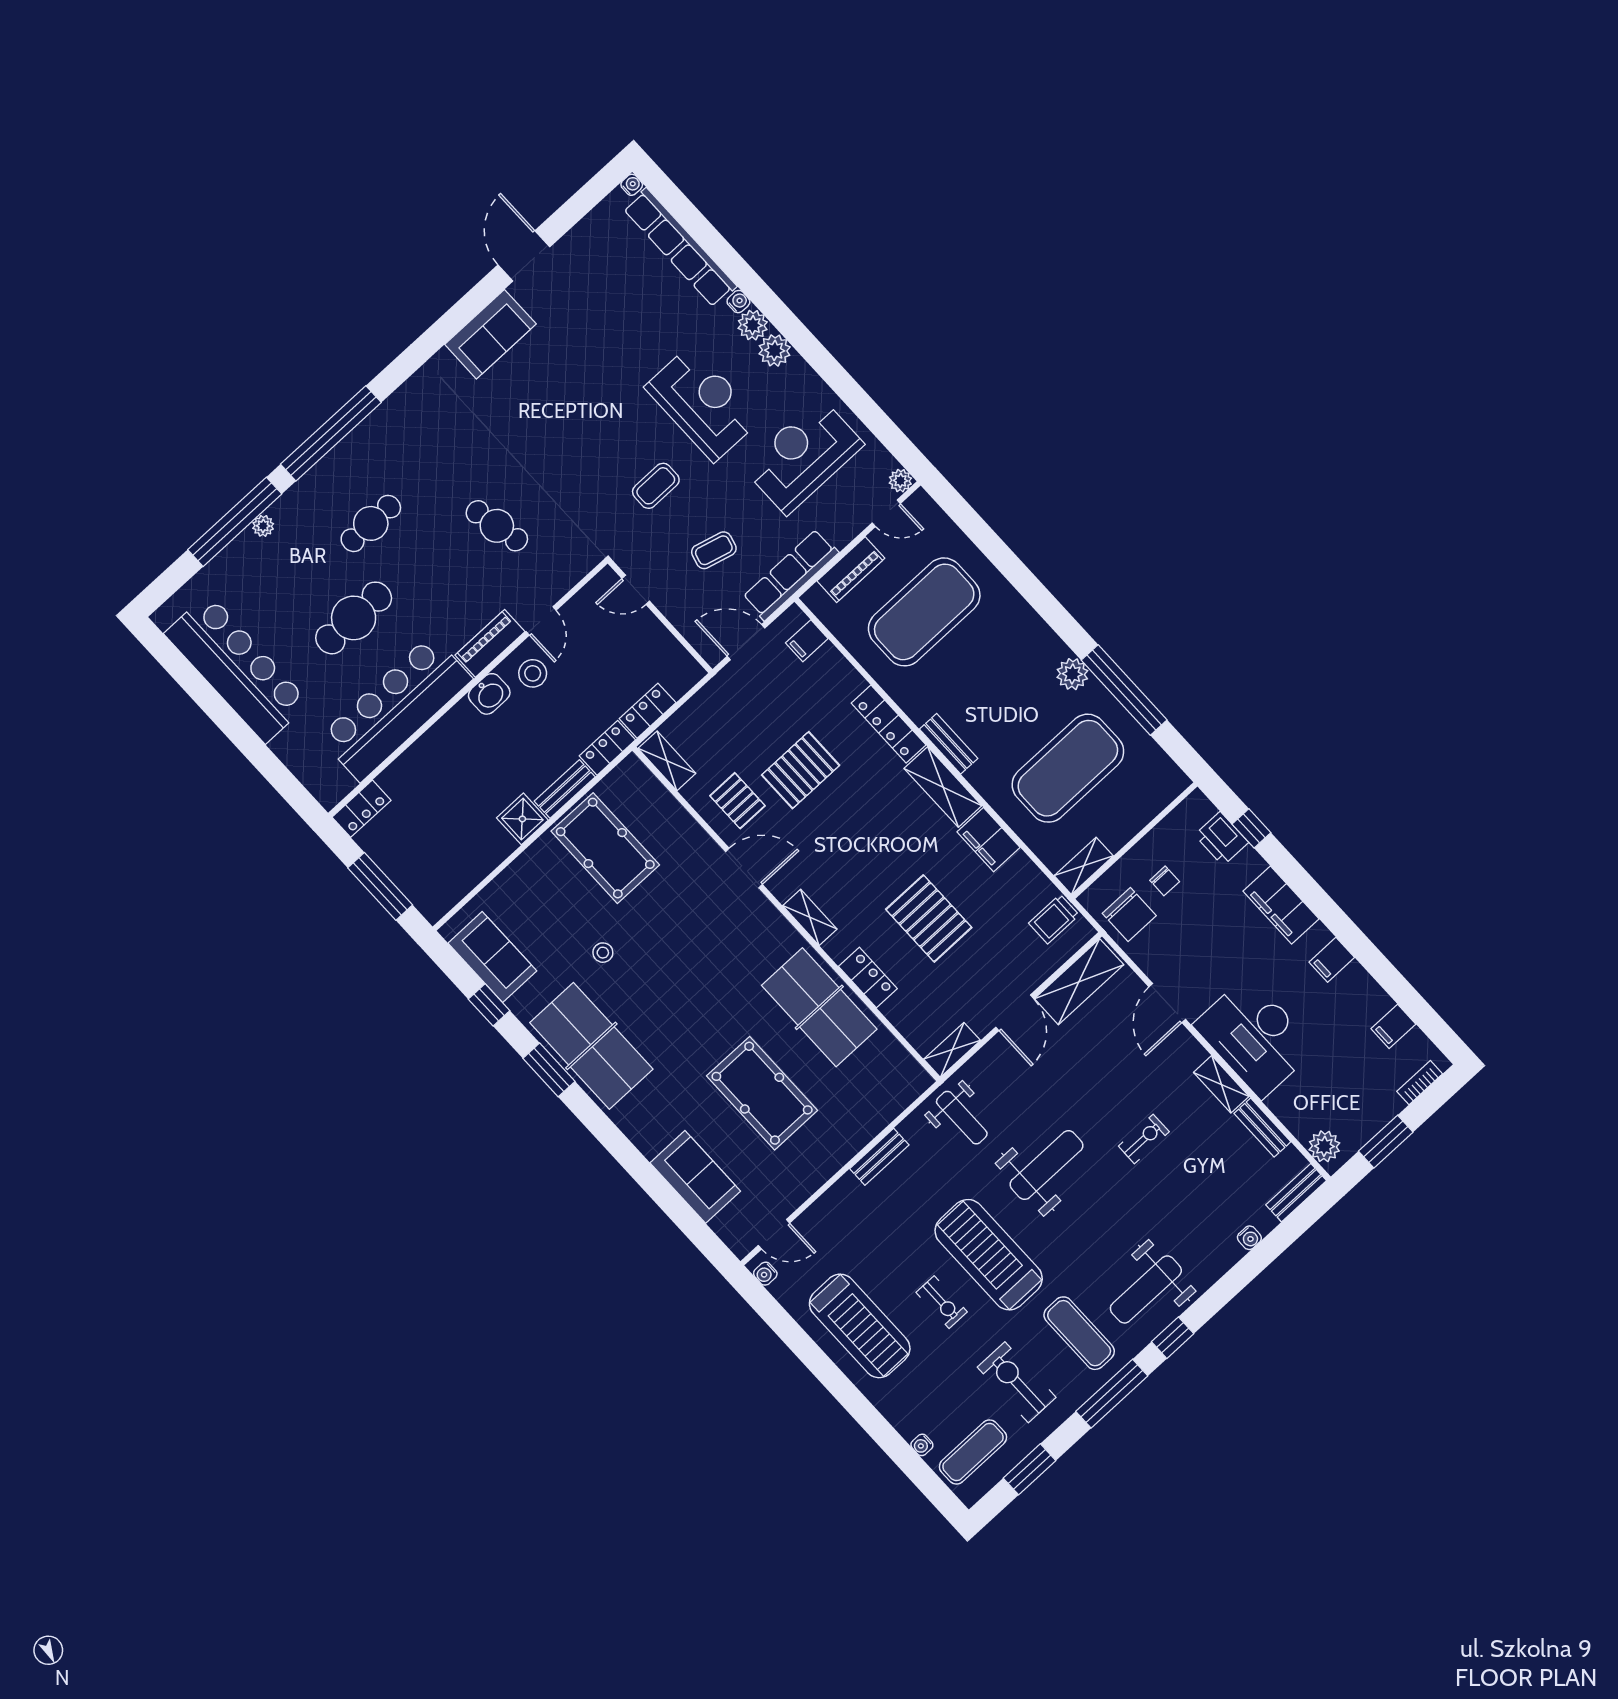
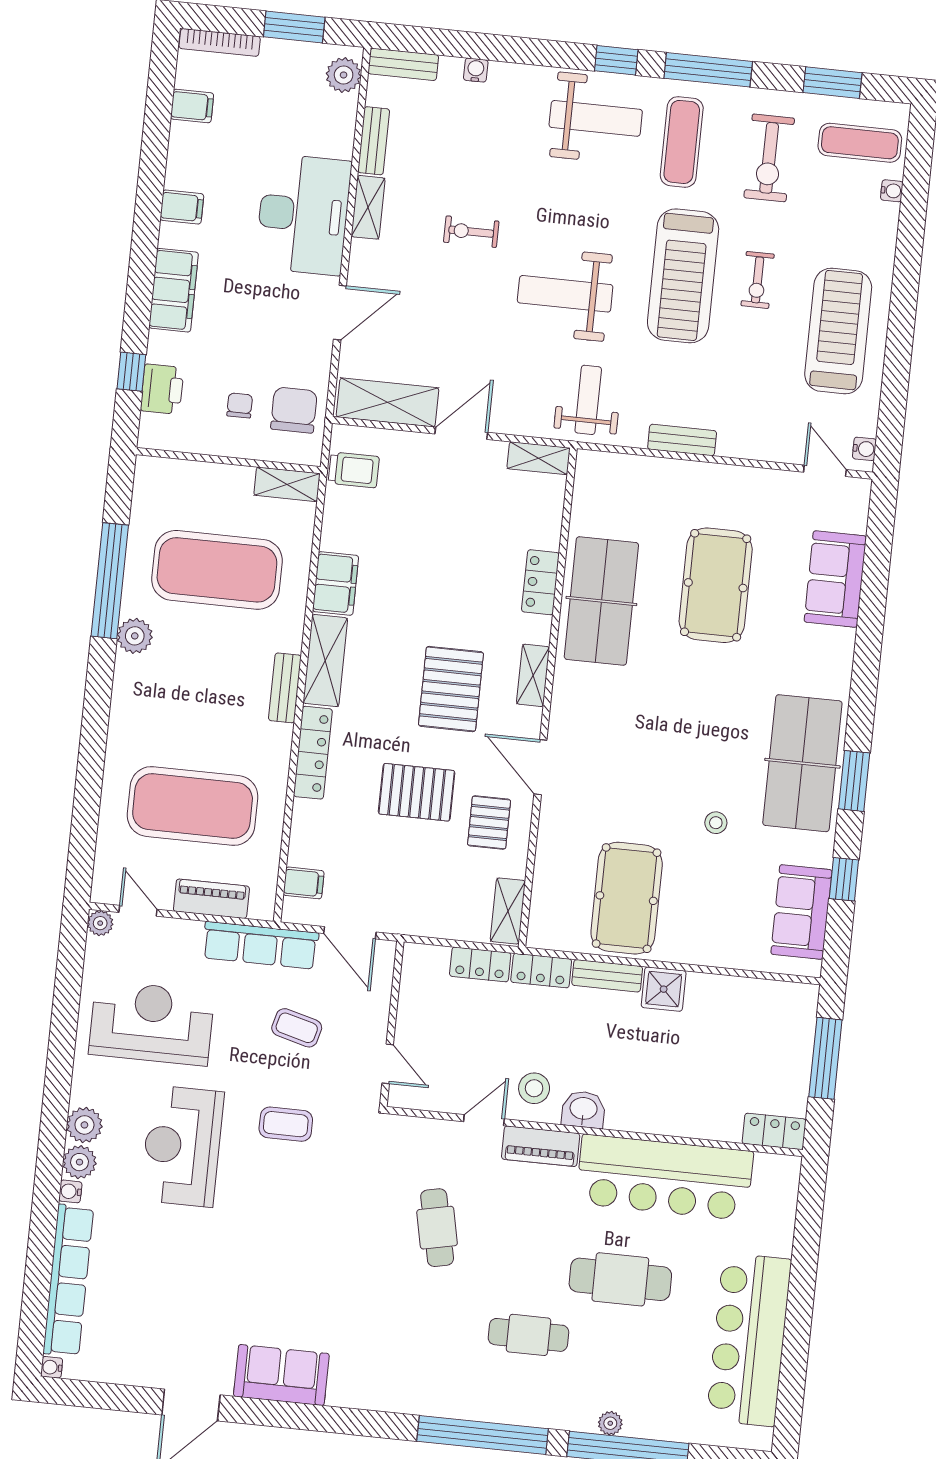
reception desk: (803, 456) -> (152, 1023), turned 180
pallet: (929, 918) -> (451, 689), moved
bookcase: (1420, 1083) -> (220, 42), width x1.56
exercise bike: (942, 1302) -> (758, 280), turned 180

